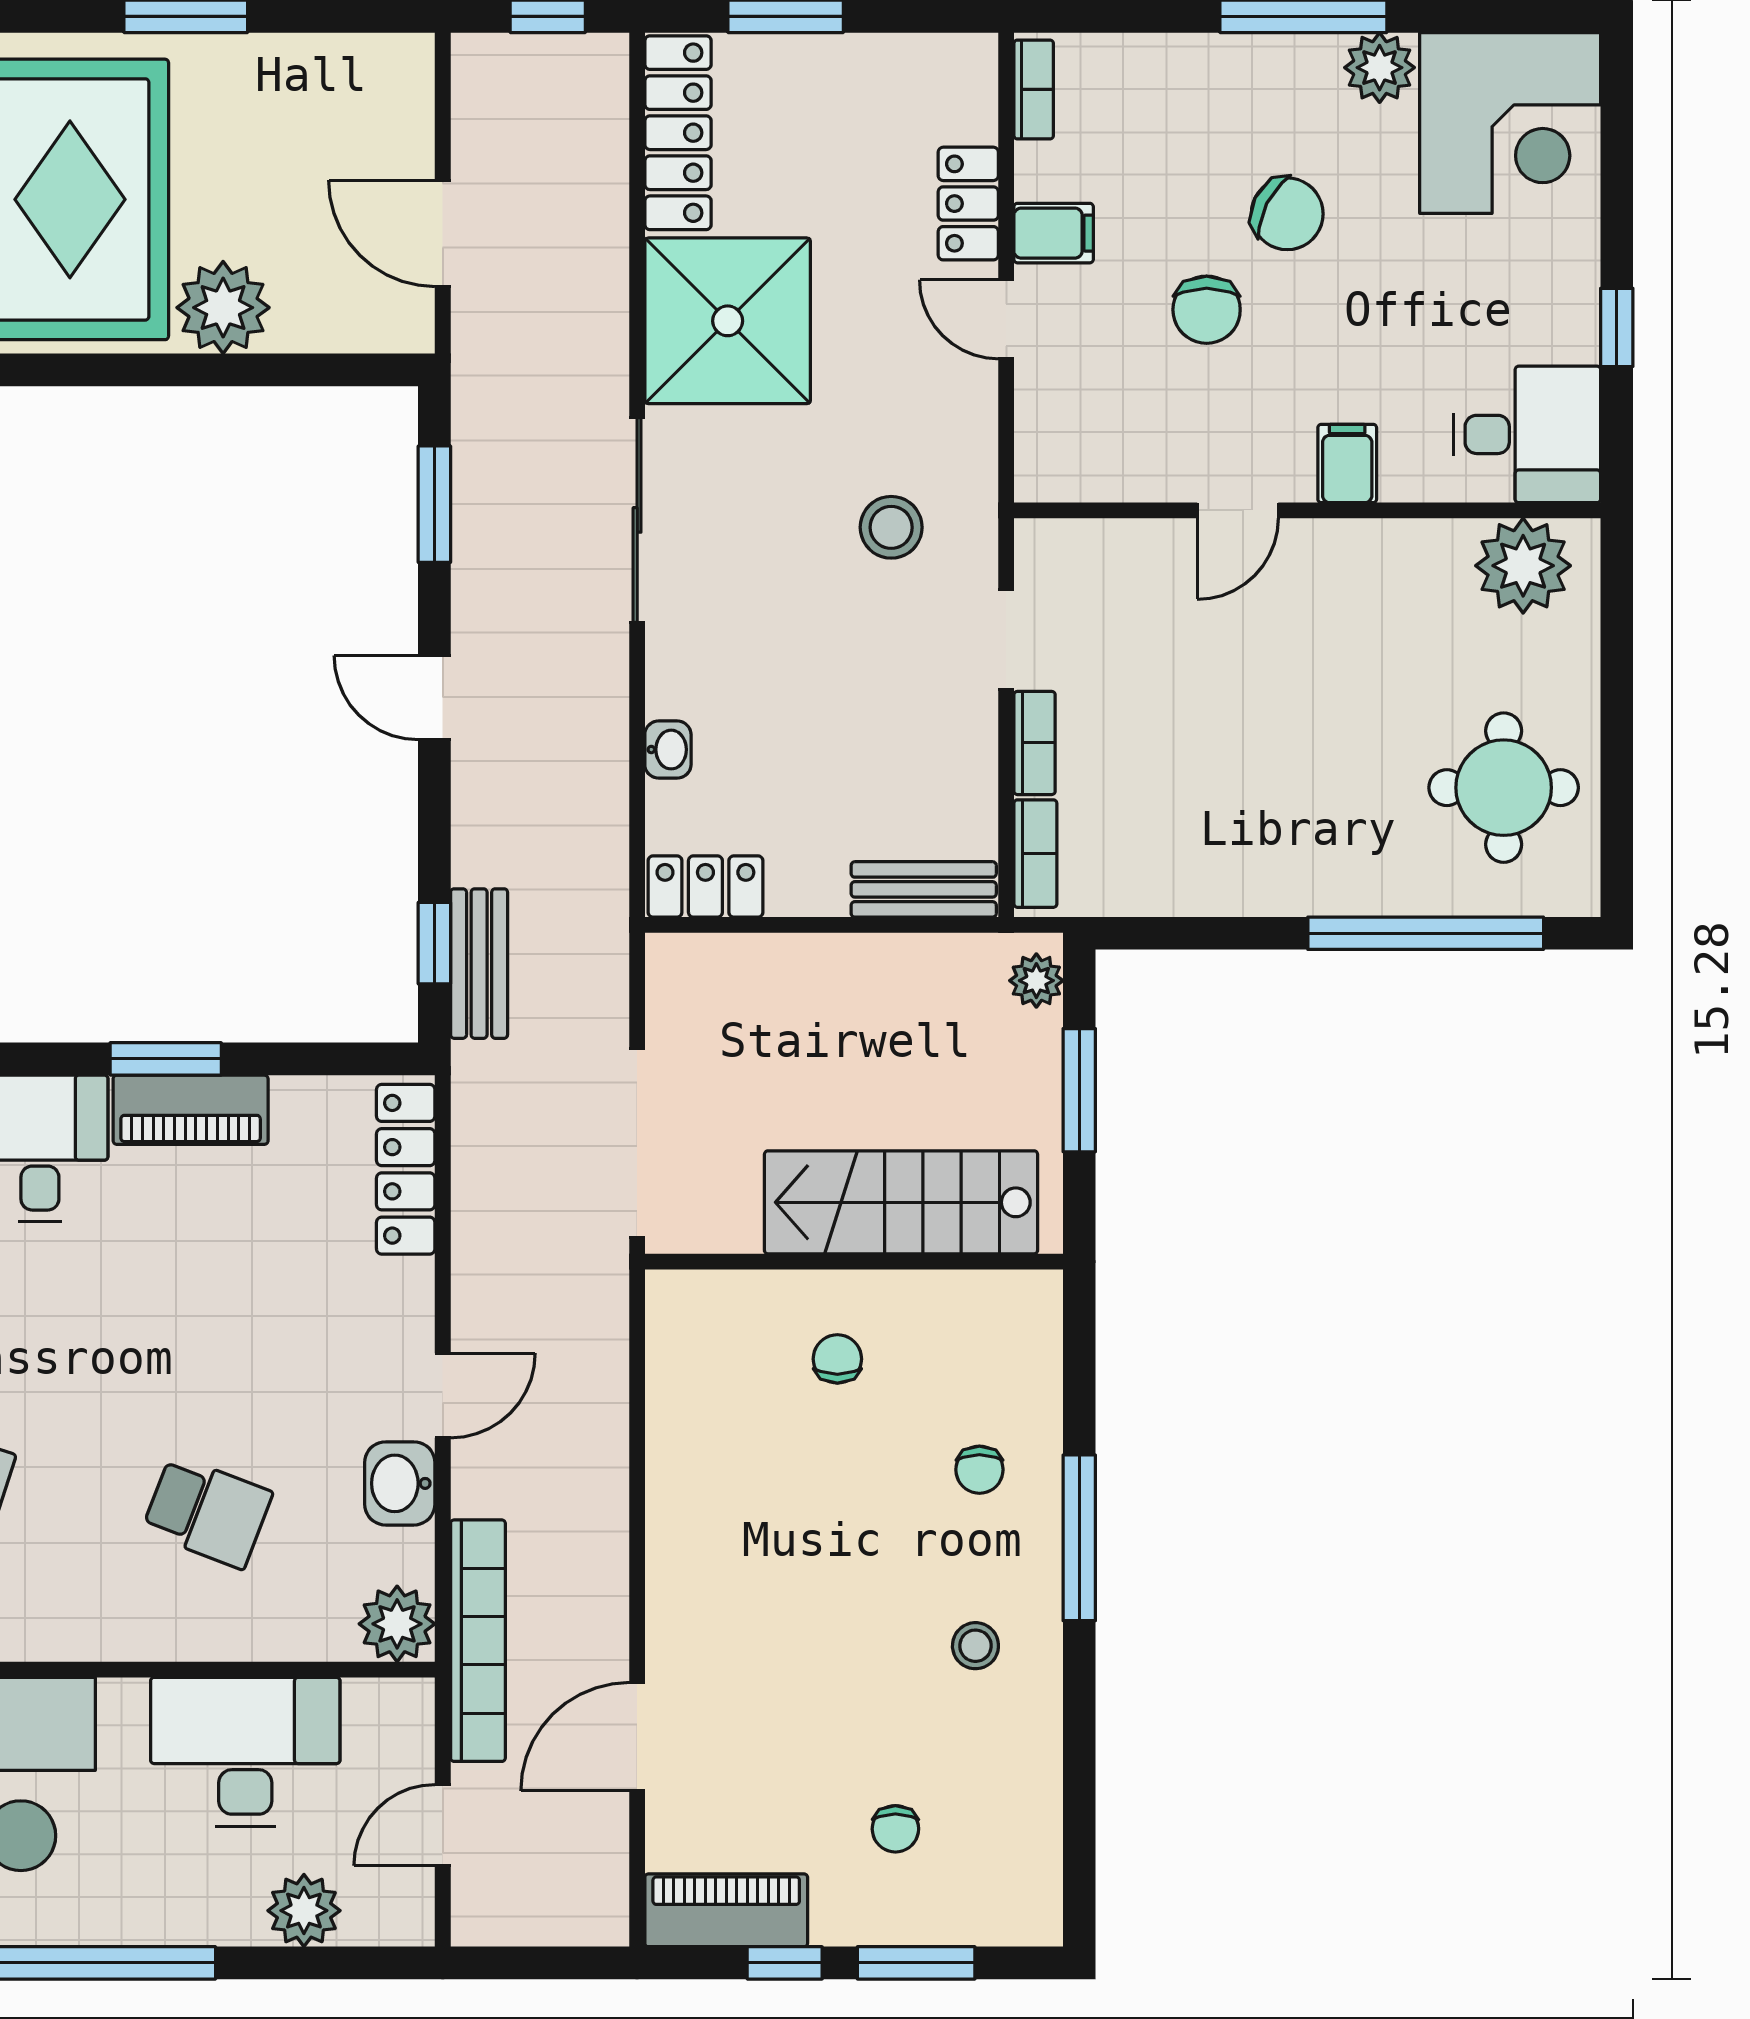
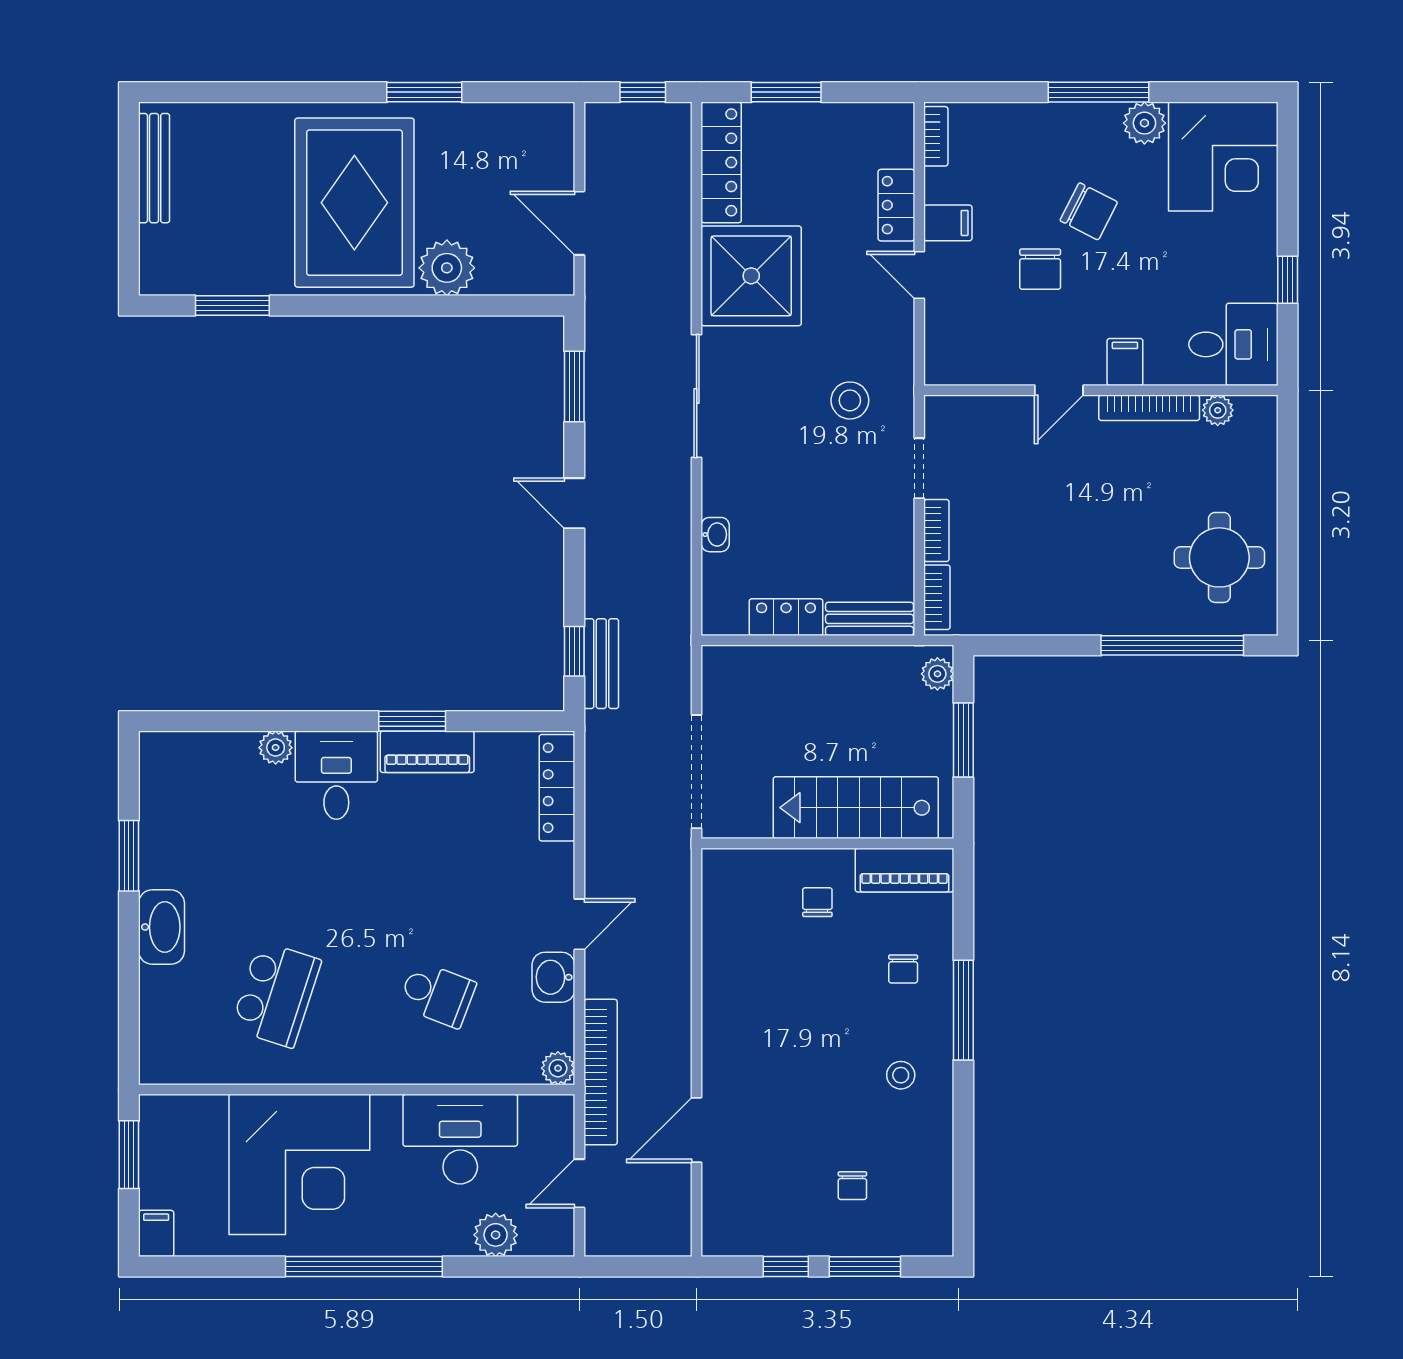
bookcase: (1387, 540) -> (1149, 408), added
plant: (1523, 566) -> (1218, 410), width x0.53, depth x0.53
locker: (705, 886) -> (786, 617), moved
plant: (397, 1624) -> (558, 1068), width x0.73, depth x0.73
piano: (726, 1910) -> (904, 870), moved, turned 180

